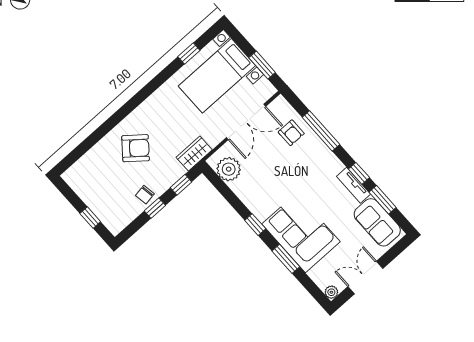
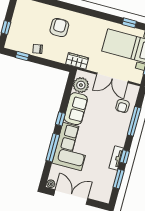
armchair: (136, 148) -> (59, 28), turned -129
window: (181, 185) -> (56, 65), removed
window: (155, 208) -> (22, 56), moved
sofa: (377, 222) -> (76, 109), moved, turned 180
window: (286, 259) -> (53, 148), width x1.44
double door: (365, 277) -> (71, 197), width x1.37

